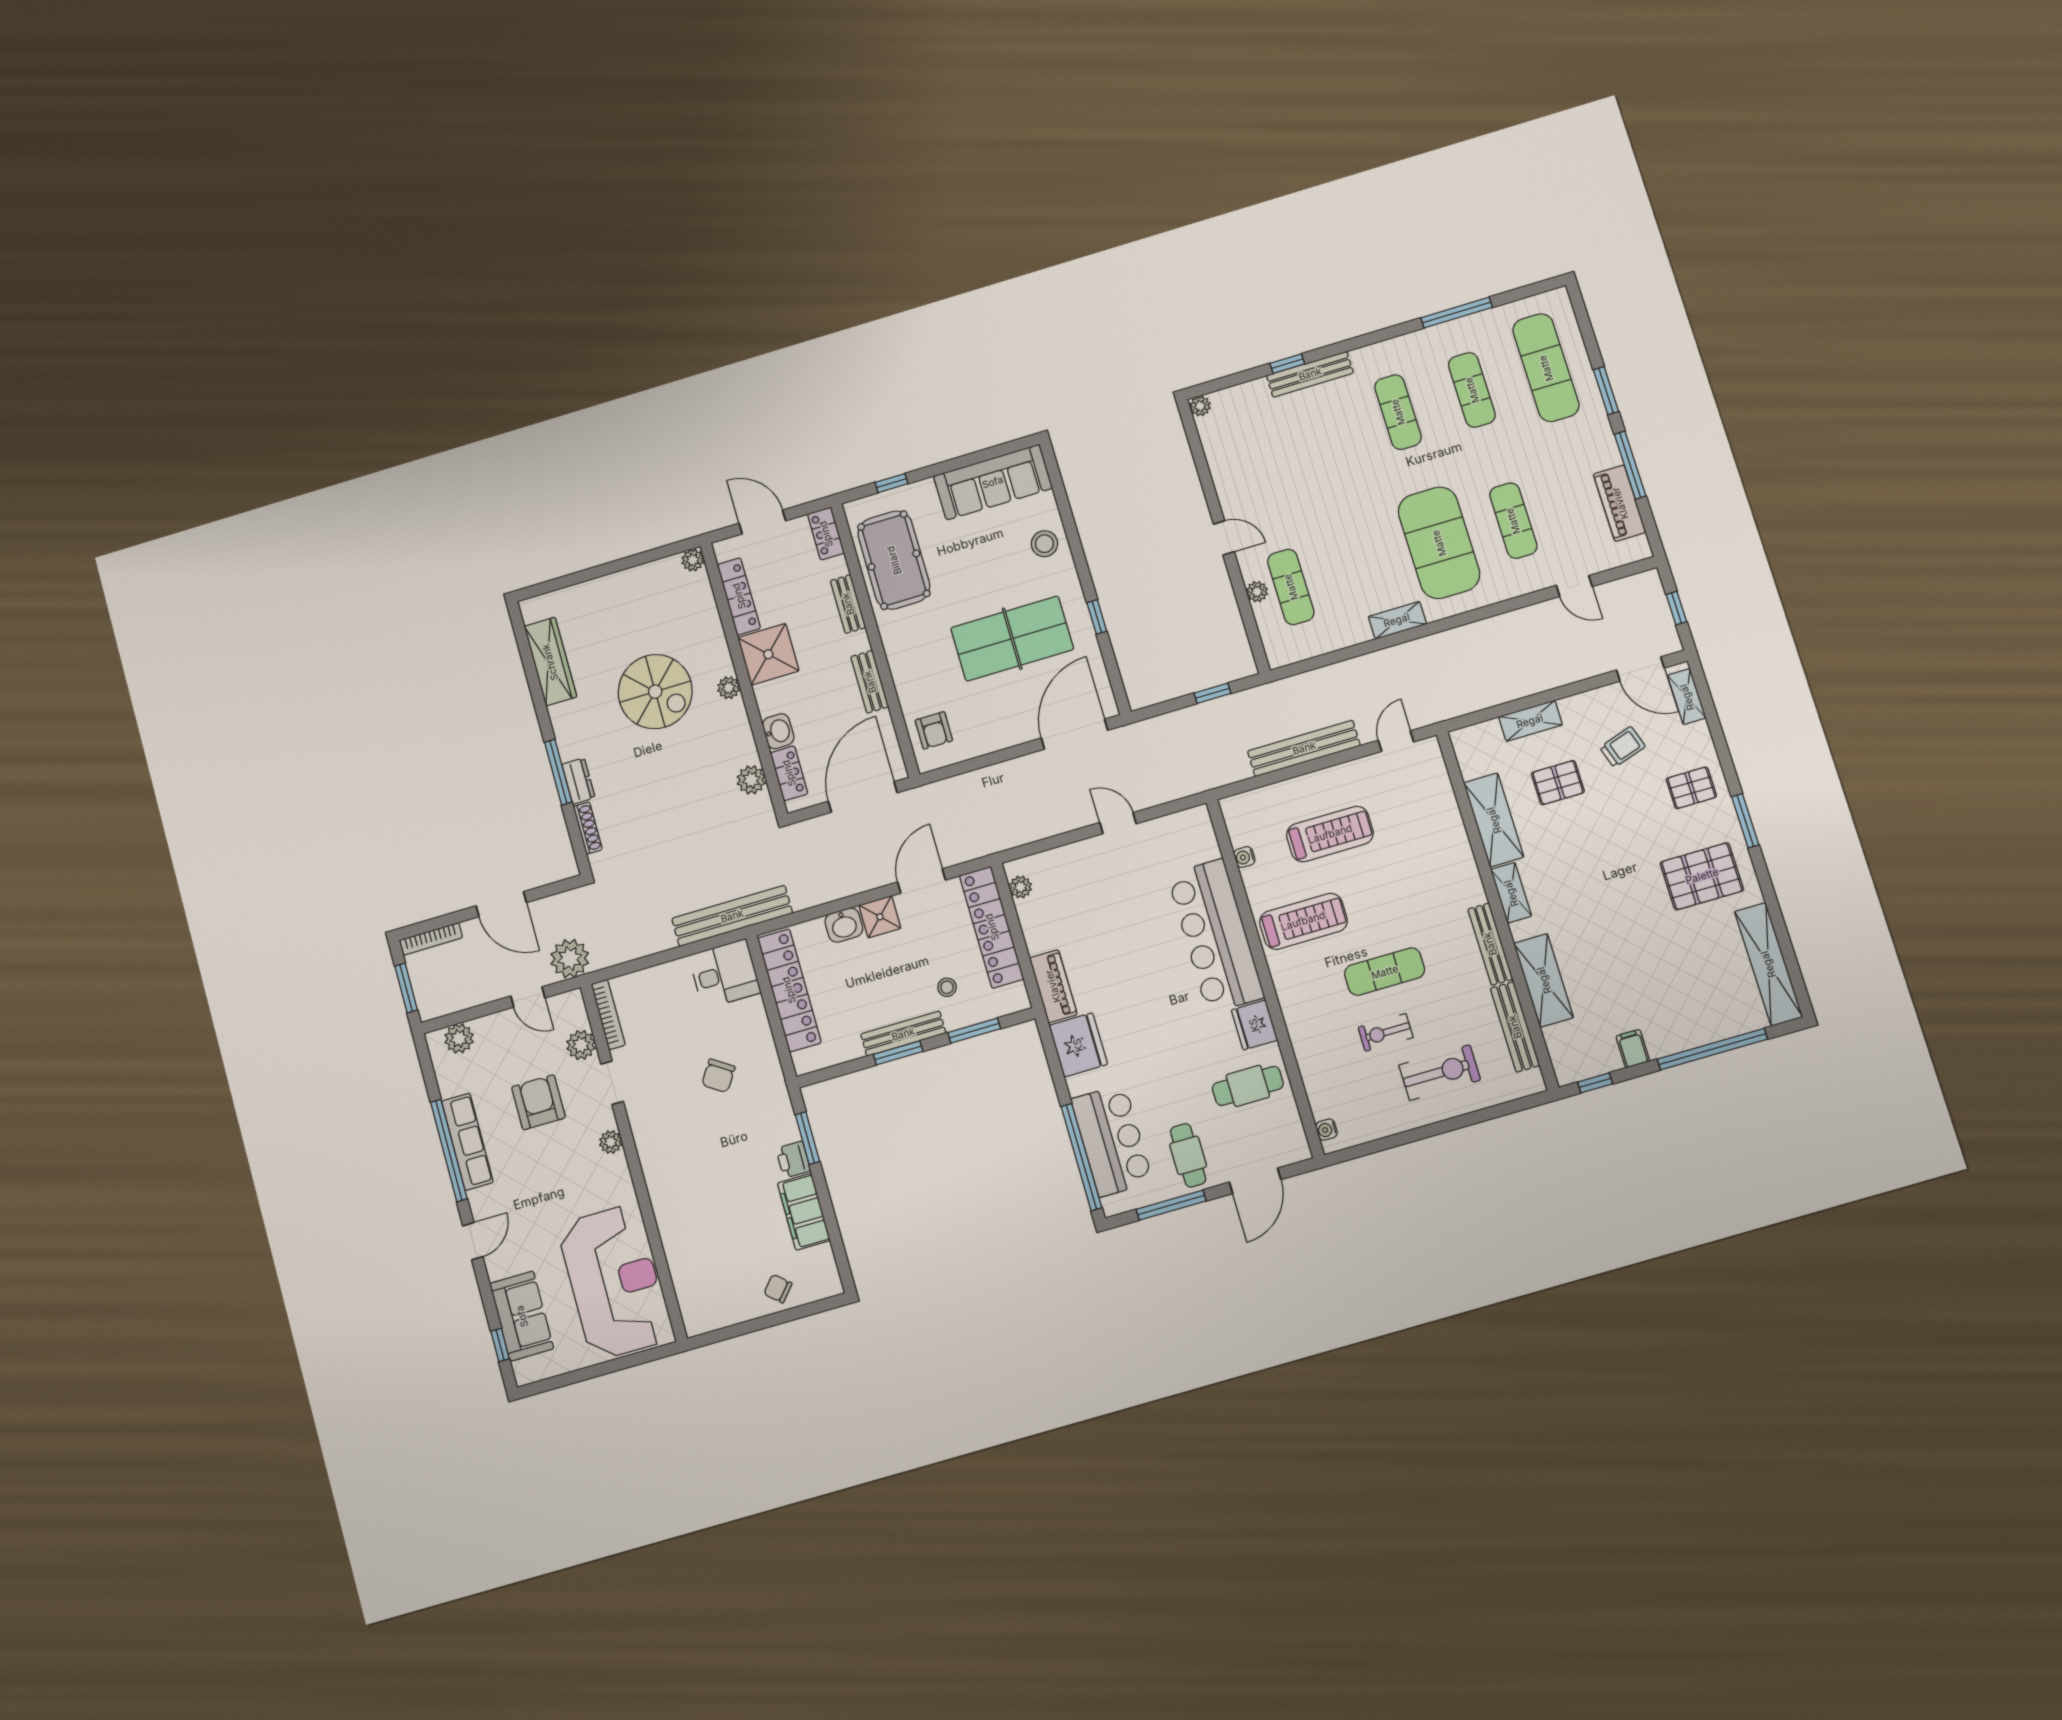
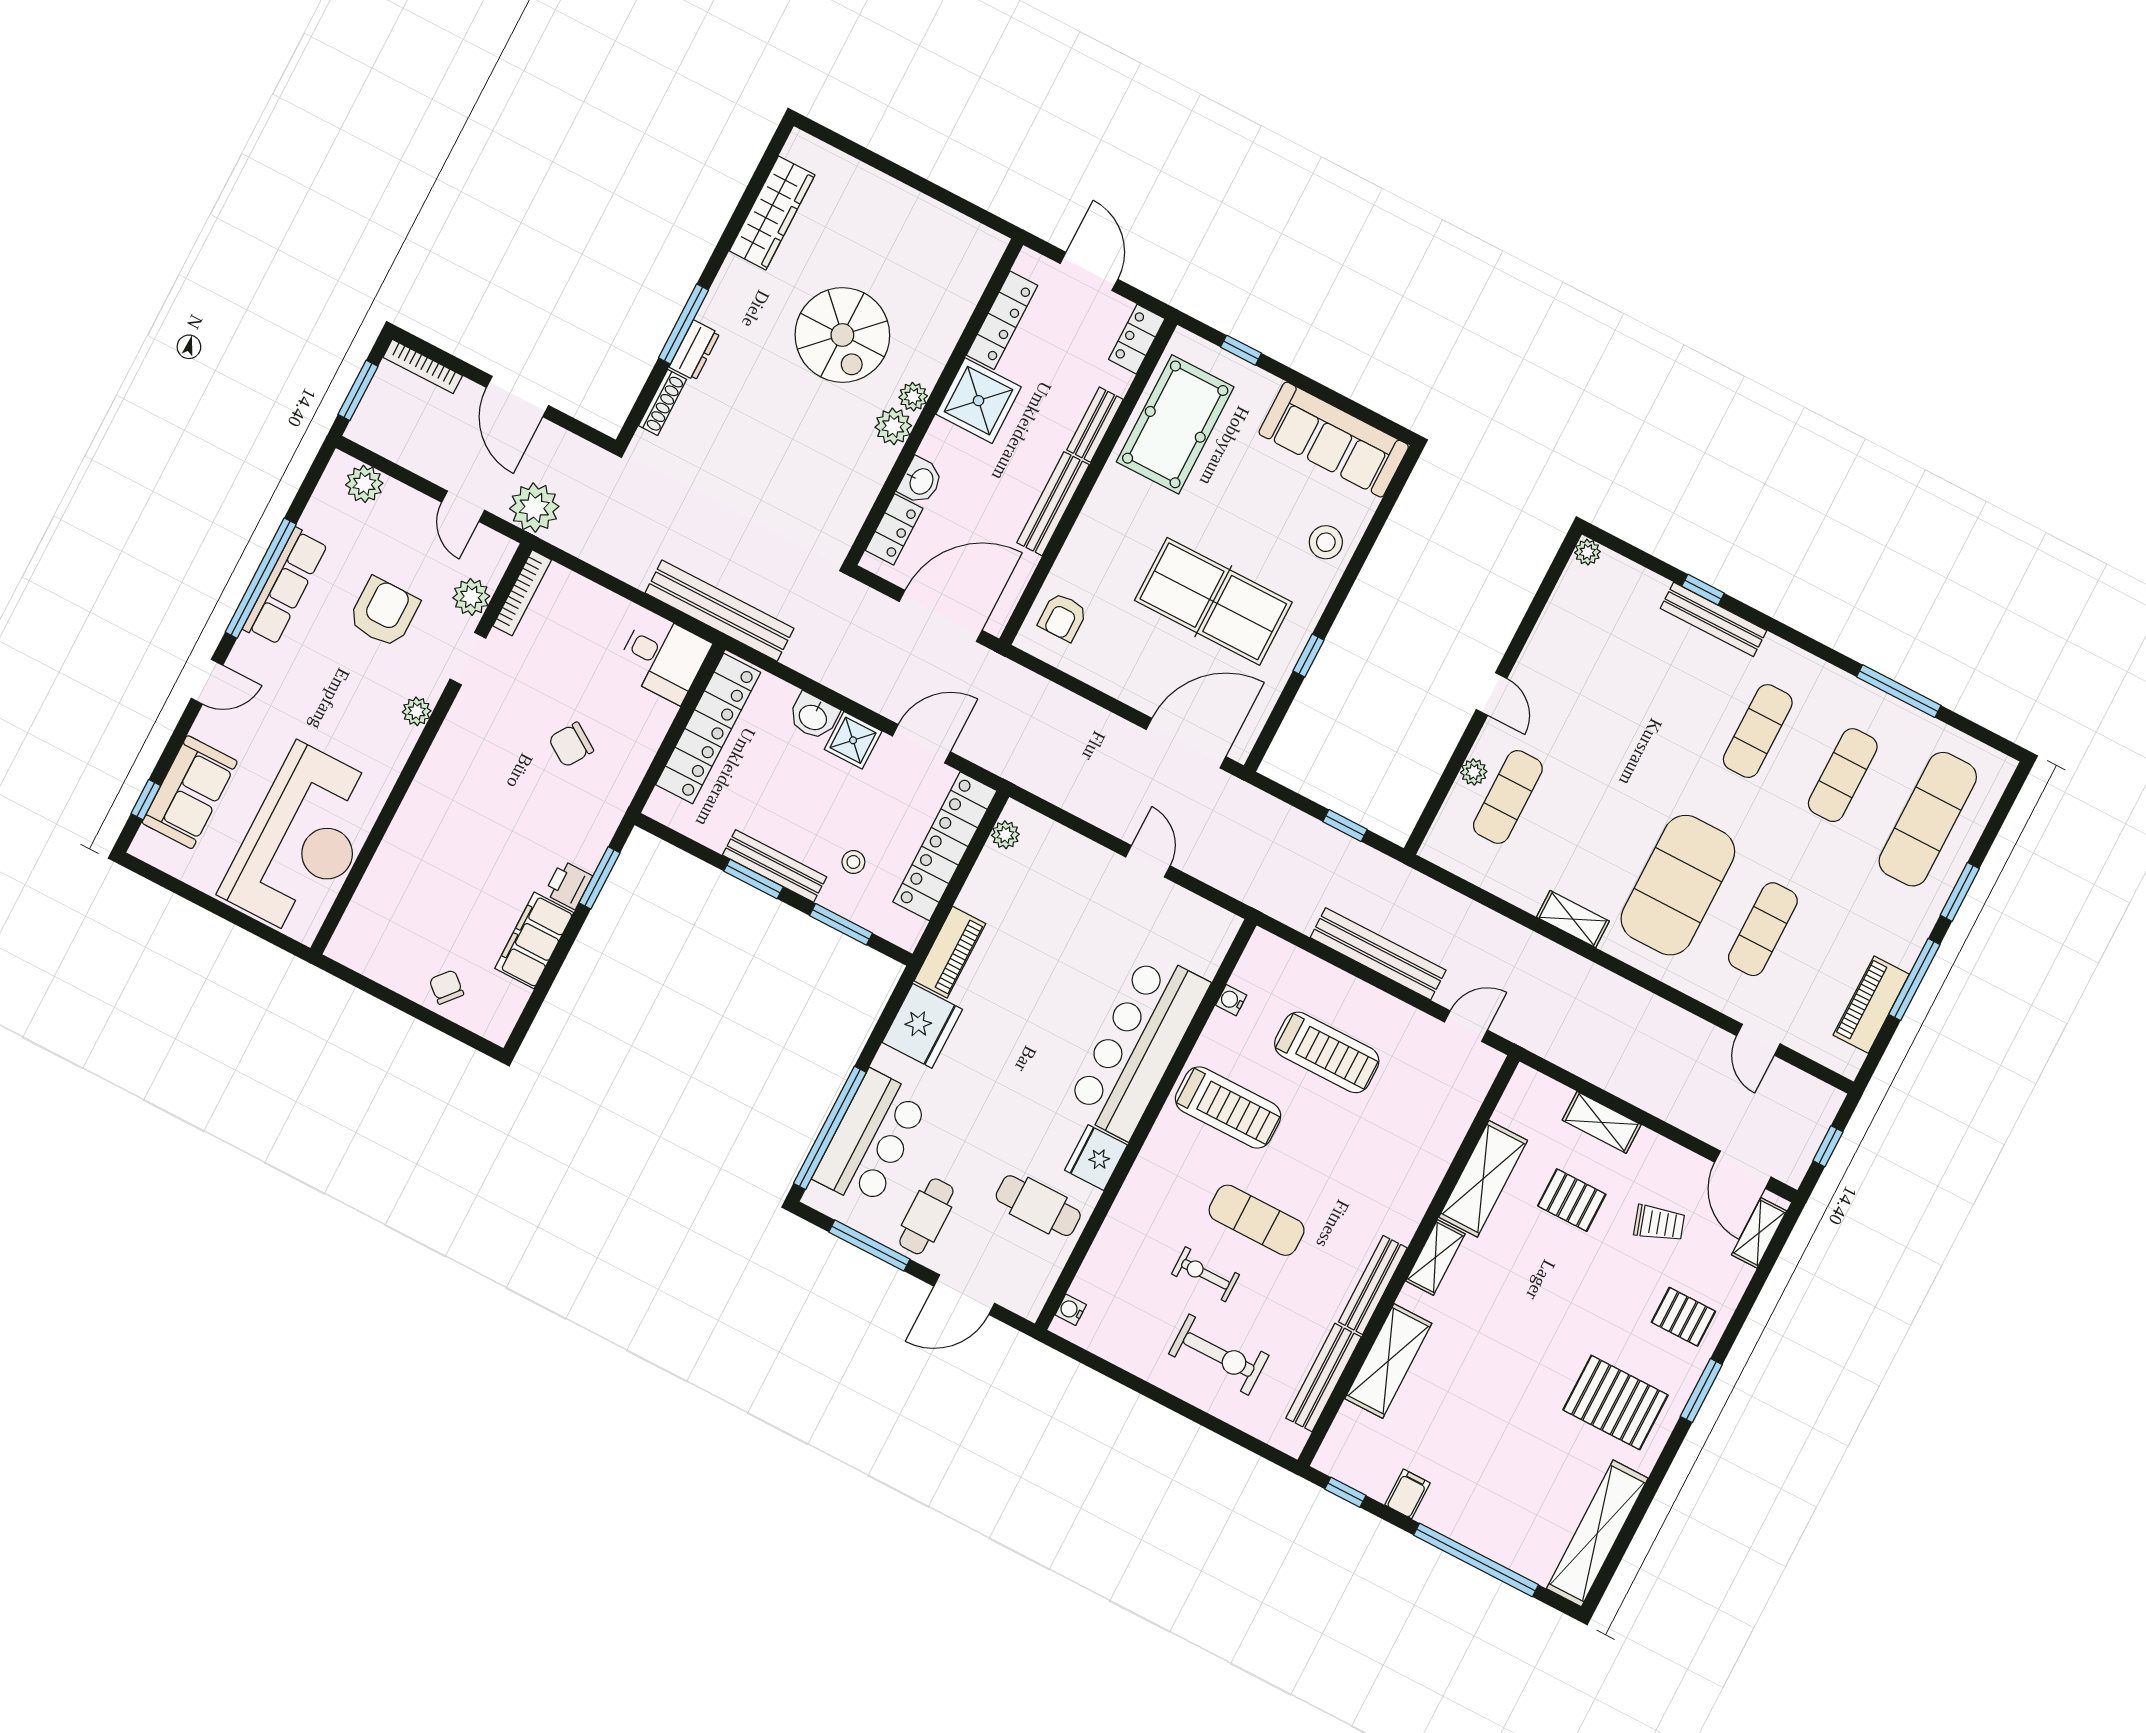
plant: (693, 560) -> (992, 245), removed
bench: (870, 682) -> (1053, 504), width x1.36
plant: (751, 780) -> (893, 426), moved

